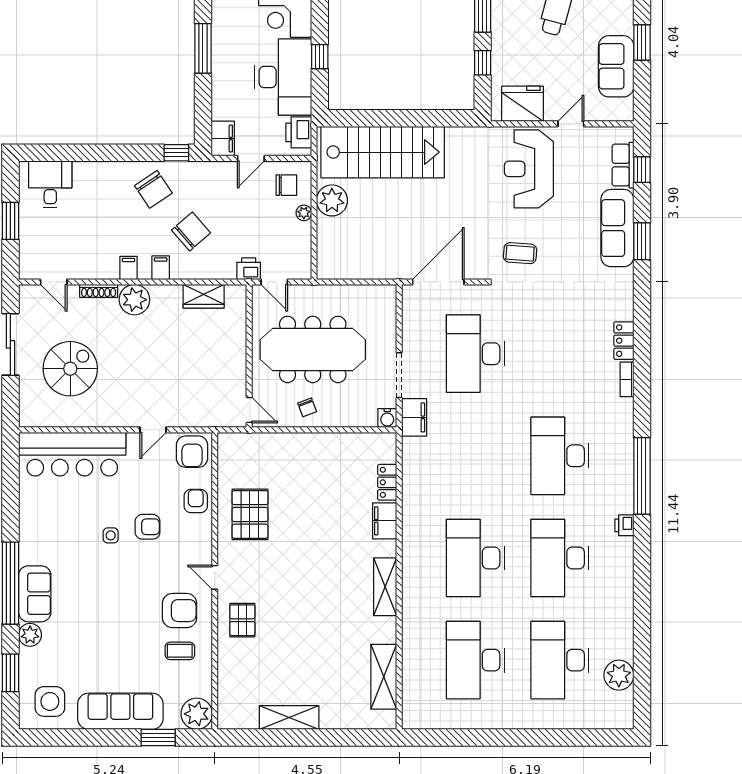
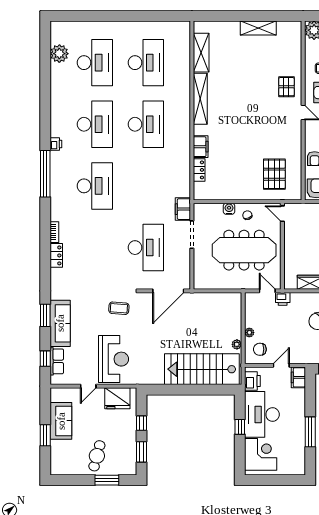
plant: (332, 200) -> (237, 344), width x0.53, depth x0.53
water cooler: (387, 418) -> (229, 209), moved
pallet: (250, 514) -> (274, 174), moved
shelving: (385, 587) -> (200, 99), width x1.47

